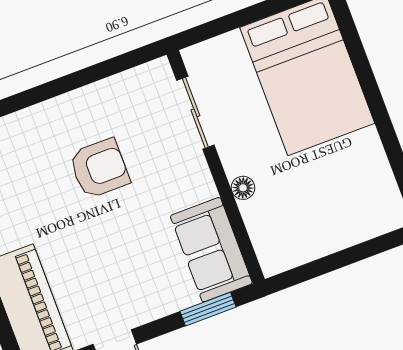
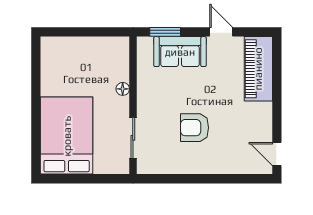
sofa: (211, 250) -> (180, 52), moved, turned 90

